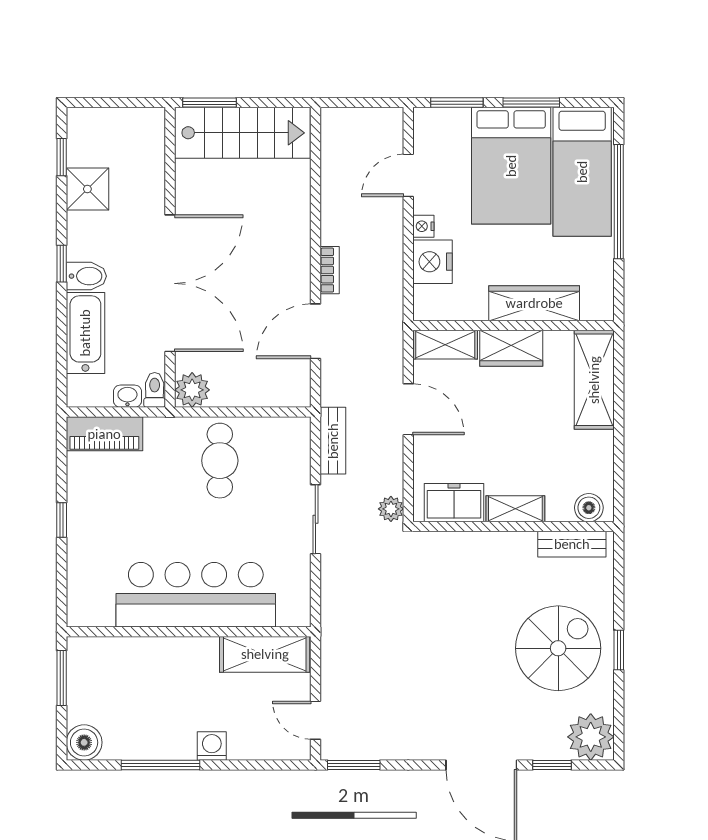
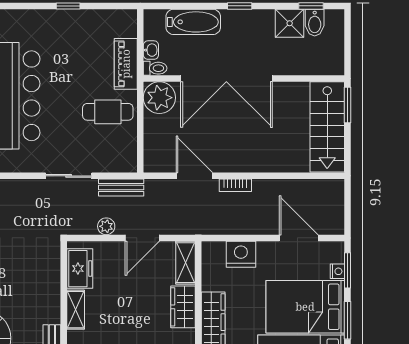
door: (408, 175) -> (299, 238), width x1.38
nightstand: (423, 226) -> (337, 271), moved, turned 90
bidet: (86, 276) -> (315, 23), moved
plant: (192, 390) -> (159, 98), width x1.36, depth x1.36
piano: (104, 434) -> (126, 64), moved
plant: (391, 509) -> (106, 226), moved

